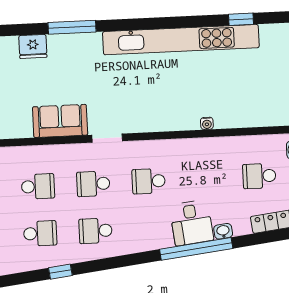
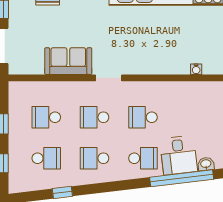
school desk: (38, 186) -> (46, 117), turned 180
school desk: (151, 228) -> (143, 158), added

